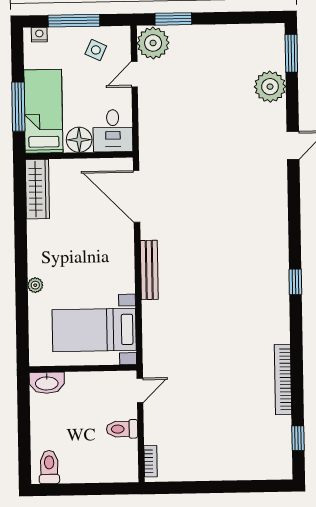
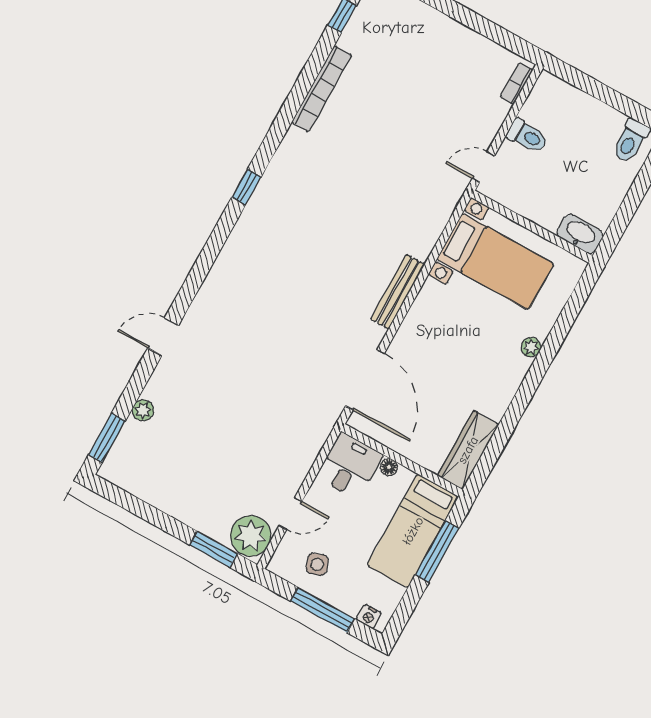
side table: (96, 50) -> (317, 564), turned 45
plant: (270, 87) -> (143, 410), width x0.53, depth x0.53
floor lamp: (79, 140) -> (389, 467), width x0.53, depth x0.53

